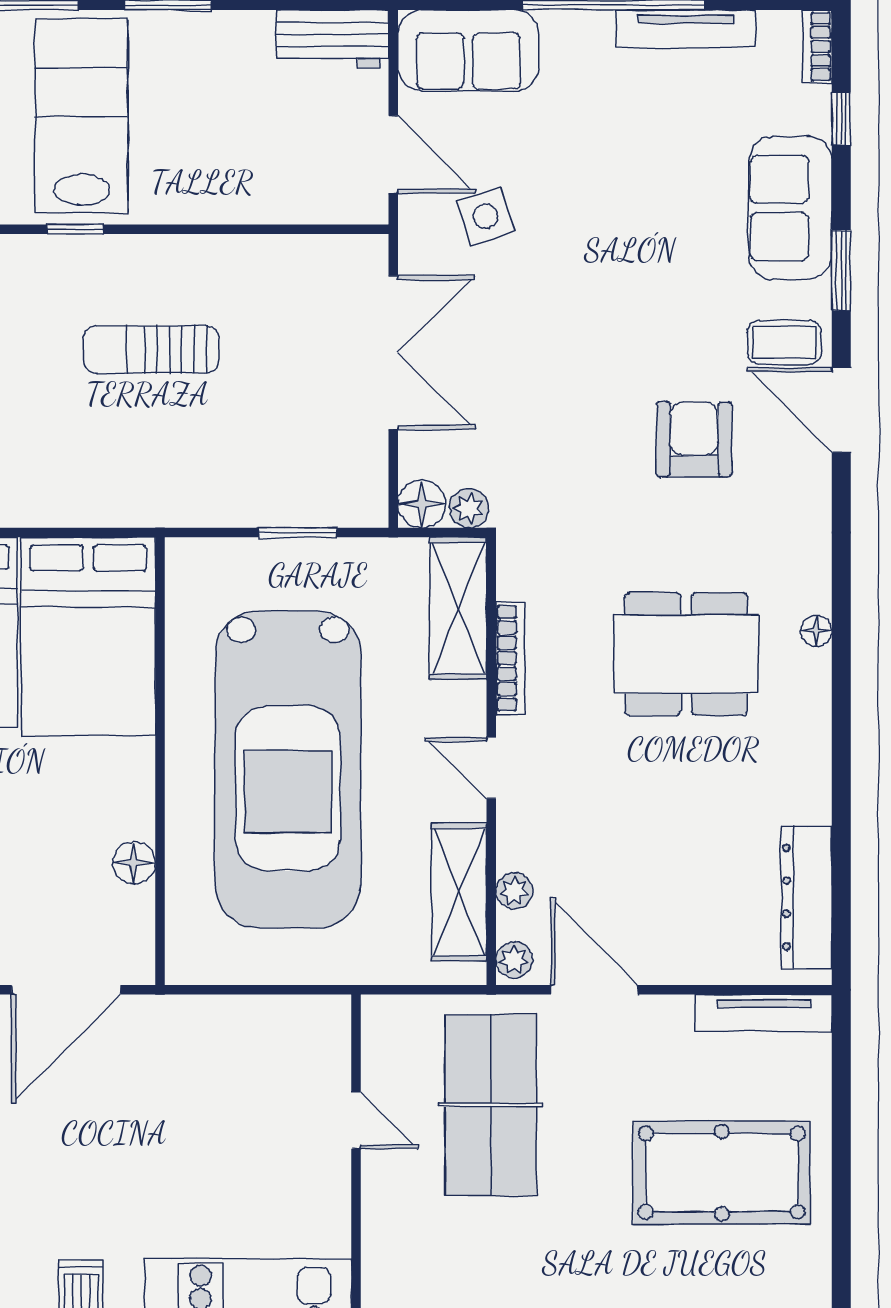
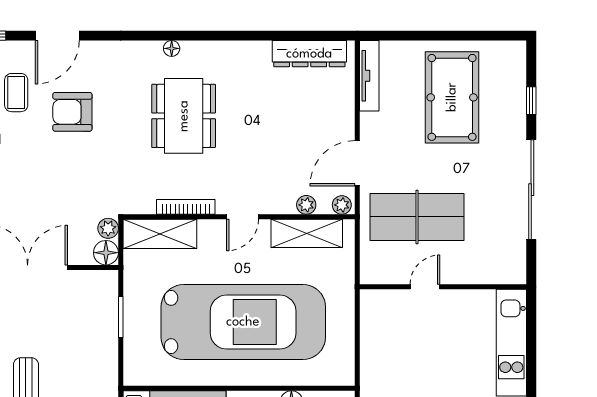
coffee table: (784, 342) -> (16, 93), moved

